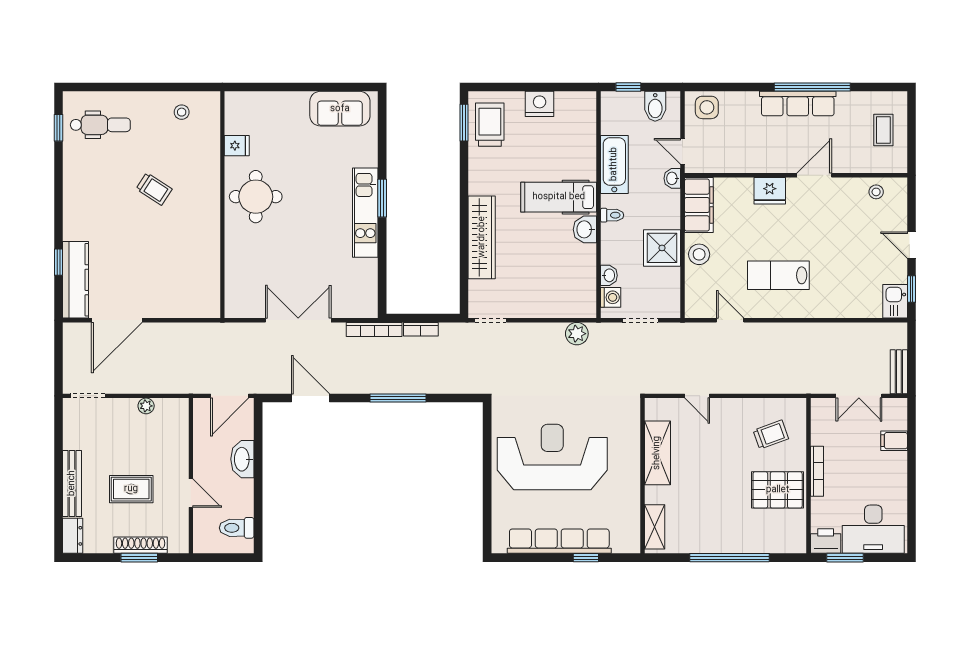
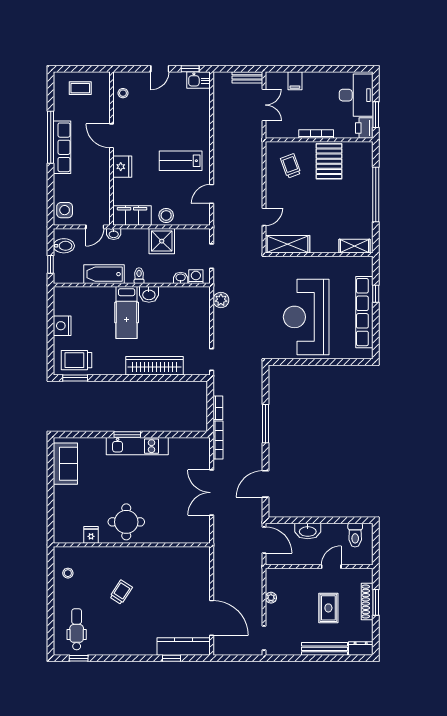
lab bench: (778, 275) -> (181, 161), turned 90
shelving: (657, 453) -> (288, 244), moved

